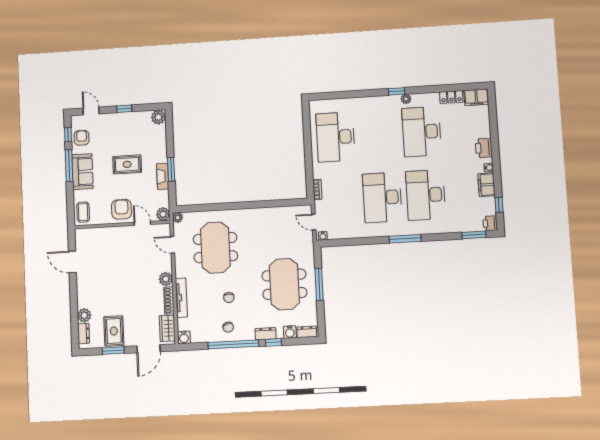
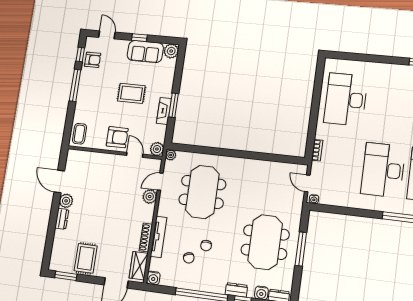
armchair: (82, 138) -> (93, 60), turned 90
sofa: (82, 172) -> (145, 52), moved, turned 90
armchair: (122, 209) -> (117, 137), turned 90
door: (172, 245) -> (160, 182), hinge flipped
plant: (166, 279) -> (150, 197), moved
plant: (84, 315) -> (66, 201), moved
chair: (228, 327) -> (189, 258), moved
dresser: (84, 333) -> (62, 219), moved
window: (113, 350) -> (66, 276), moved

